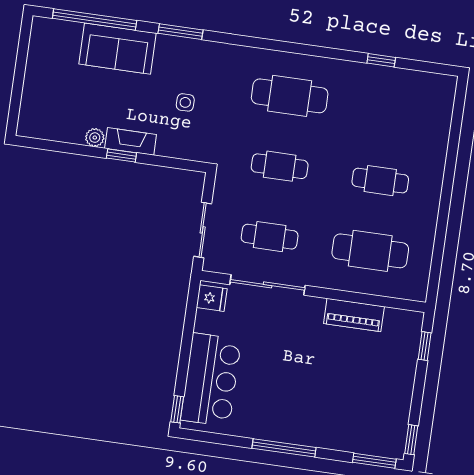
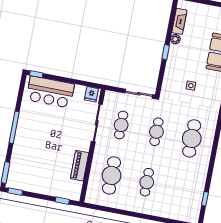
window: (381, 60) -> (205, 199), moved
fireplace: (131, 141) -> (179, 21), moved
sliding door: (203, 230) -> (139, 94), moved

